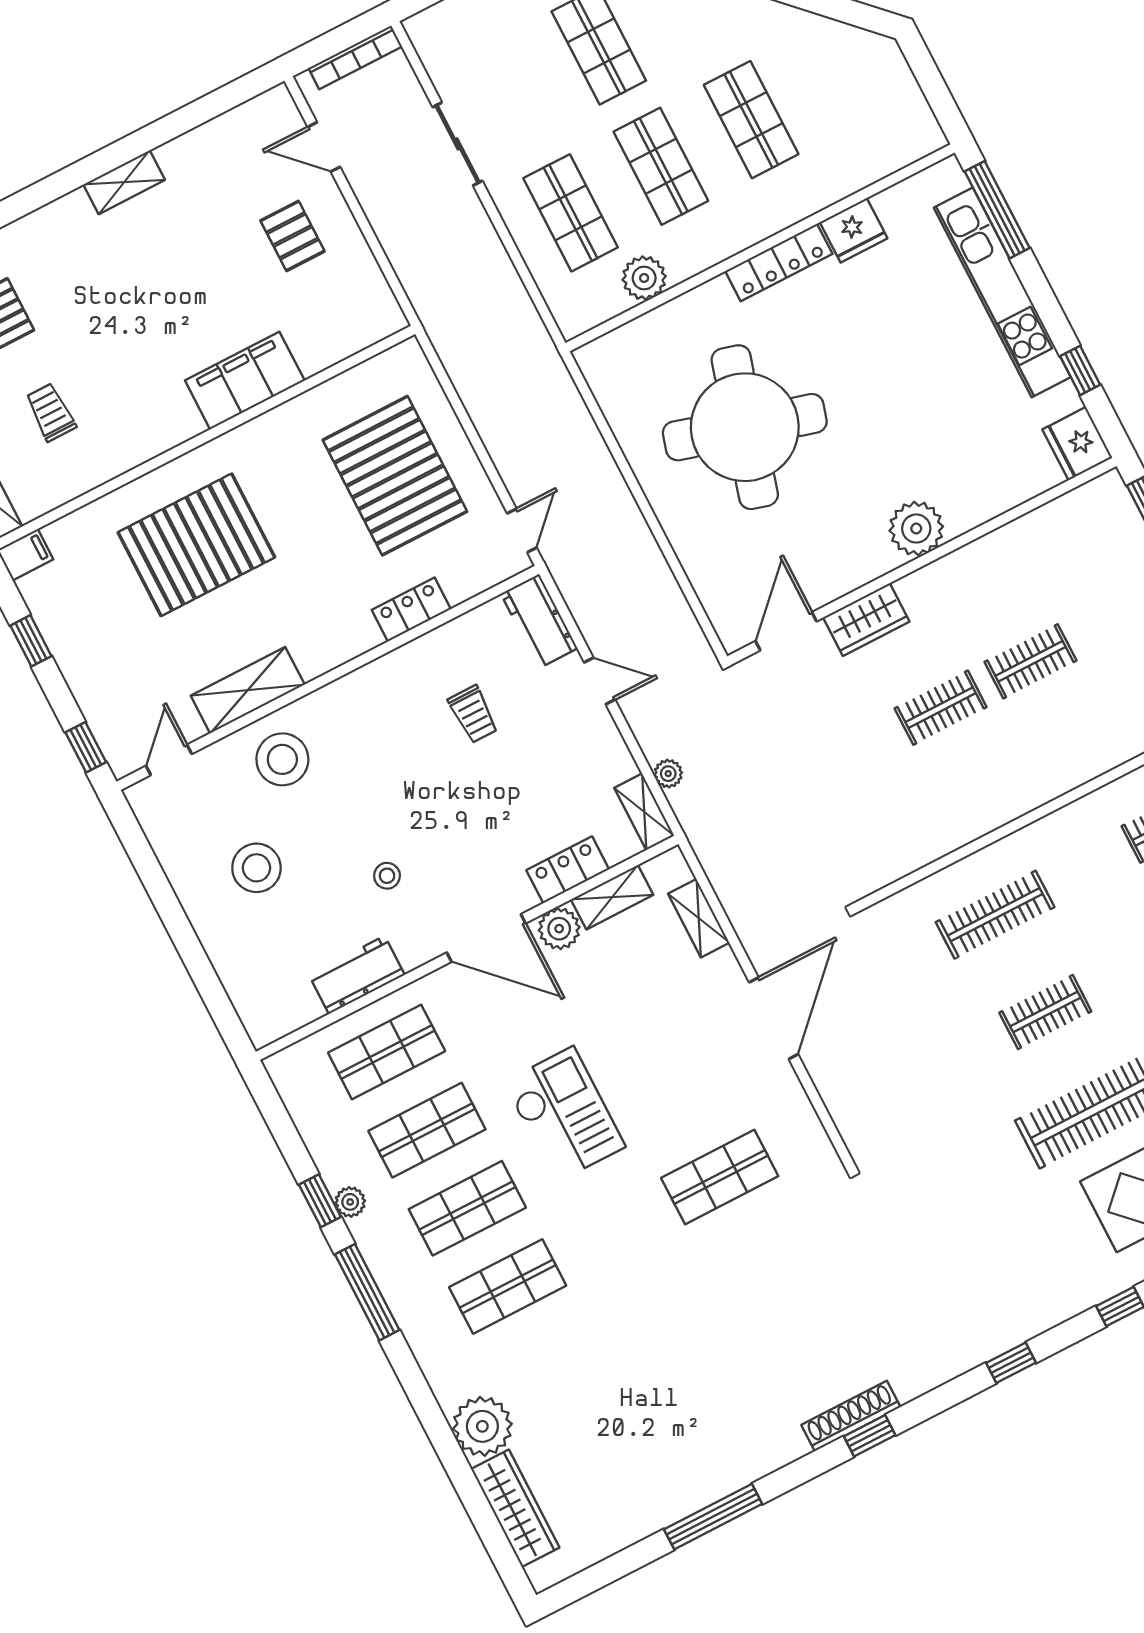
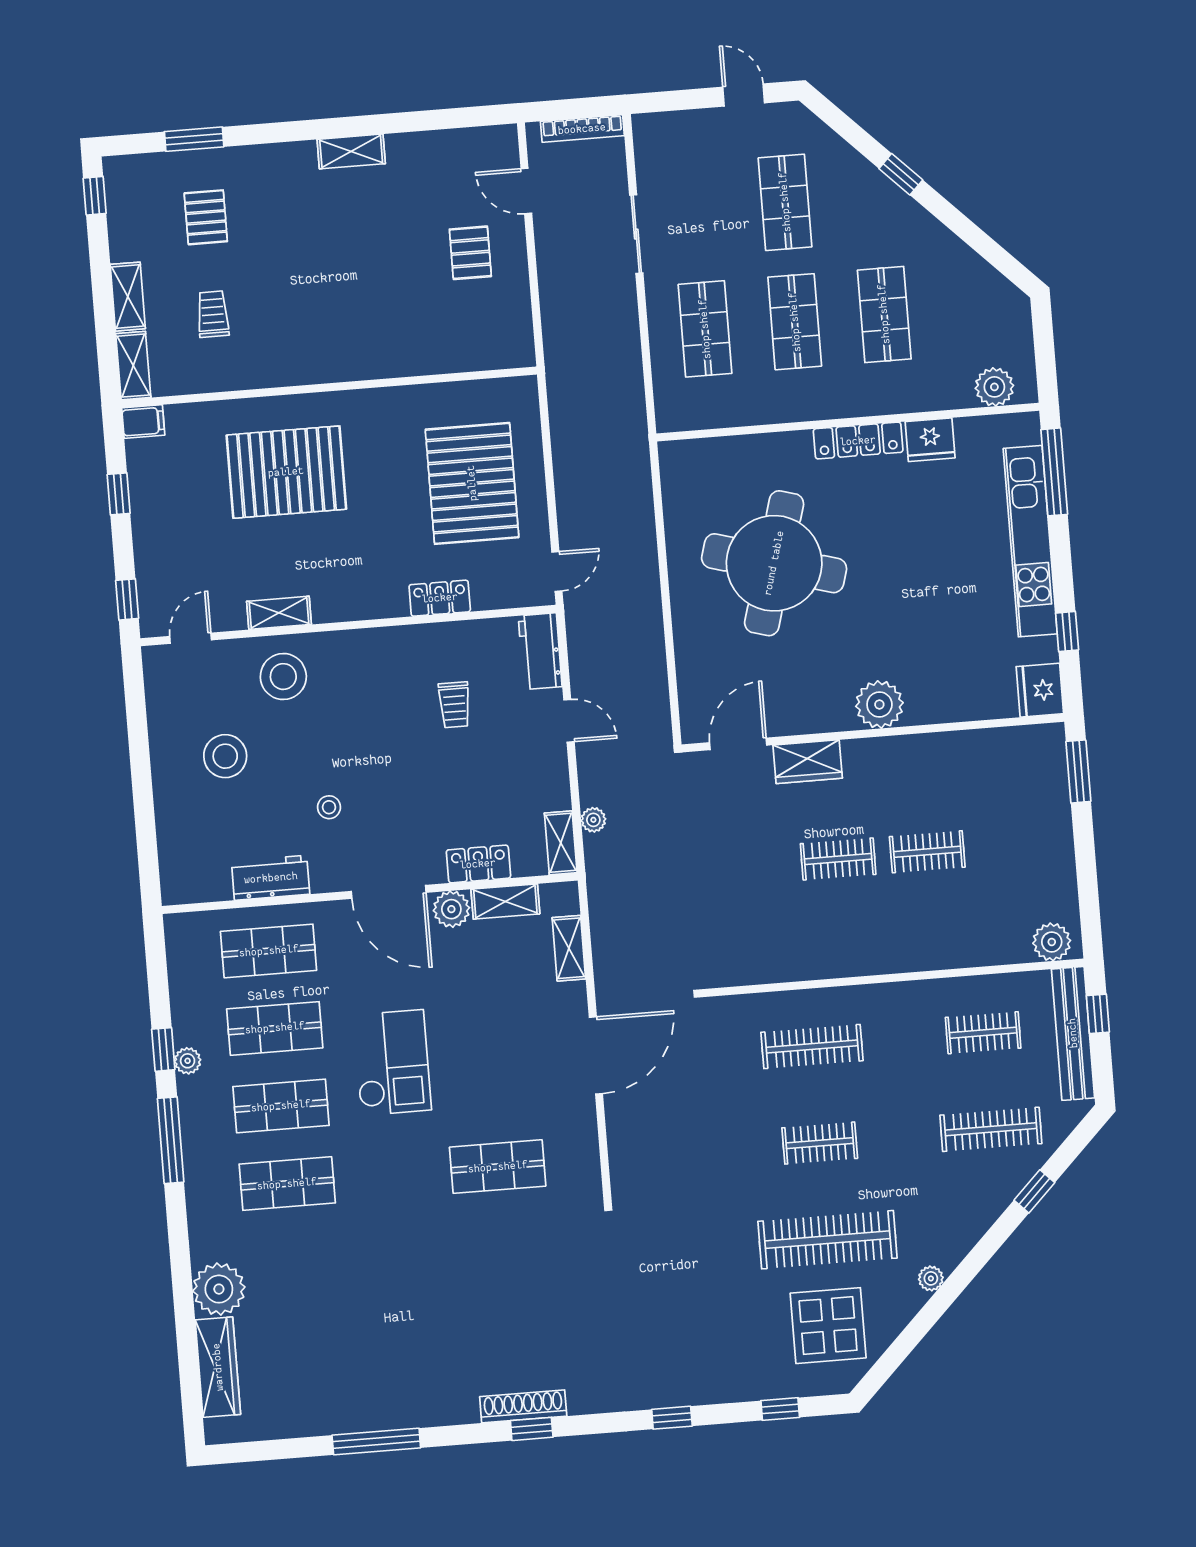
plant: (644, 278) -> (994, 387), moved
filing cabinet: (245, 381) -> (382, 355), removed
shelving: (248, 690) -> (279, 613), width x0.67, depth x0.75

